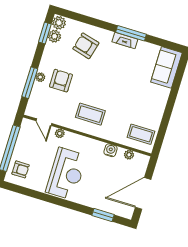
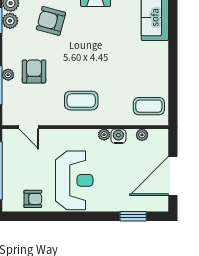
plant: (60, 133) -> (104, 135), moved
armchair: (21, 169) -> (33, 199), moved

